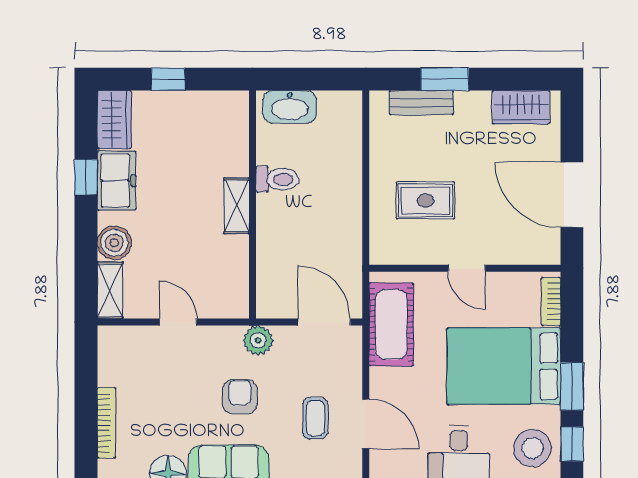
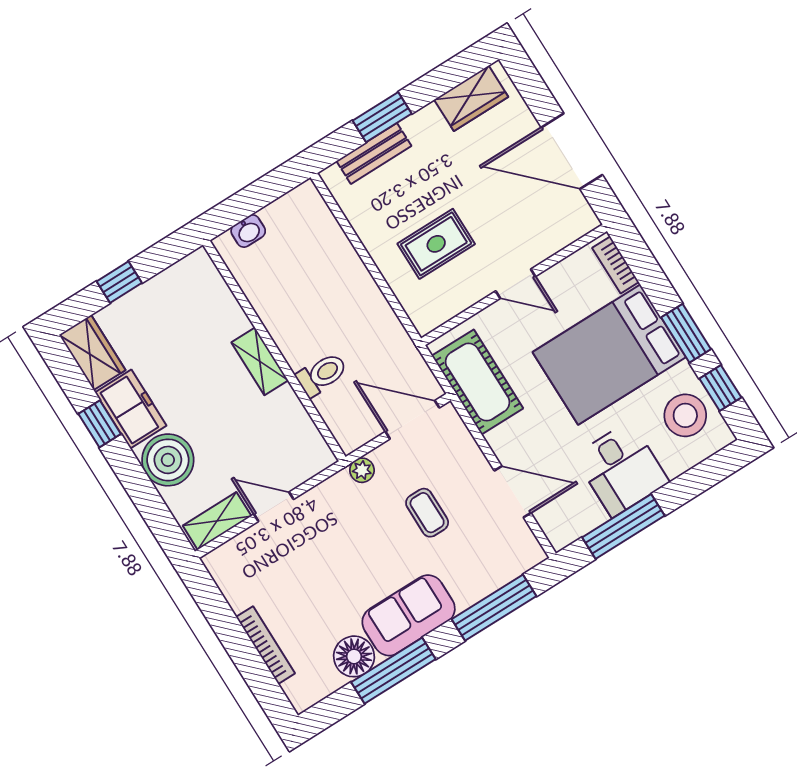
washbasin: (290, 107) -> (248, 231), width x0.52, depth x0.69
toilet: (277, 179) -> (322, 374), moved
boiler: (114, 243) -> (168, 460), width x1.37, depth x1.37
shelving: (110, 290) -> (217, 521), moved, turned 90
plant: (258, 340) -> (362, 470), width x0.73, depth x0.73
armchair: (240, 397) -> (377, 541), removed
coffee table: (315, 418) -> (427, 513), moved

